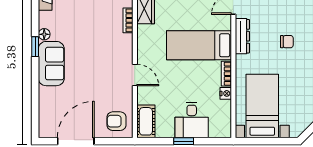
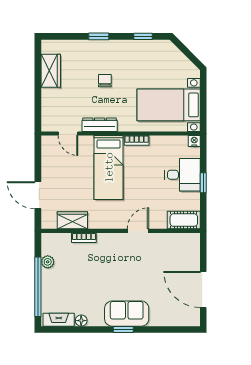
floor lamp: (44, 34) -> (81, 321), moved
window: (35, 47) -> (123, 330), moved
nightstand: (226, 93) -> (194, 141), moved
armchair: (116, 121) -> (184, 249), removed

